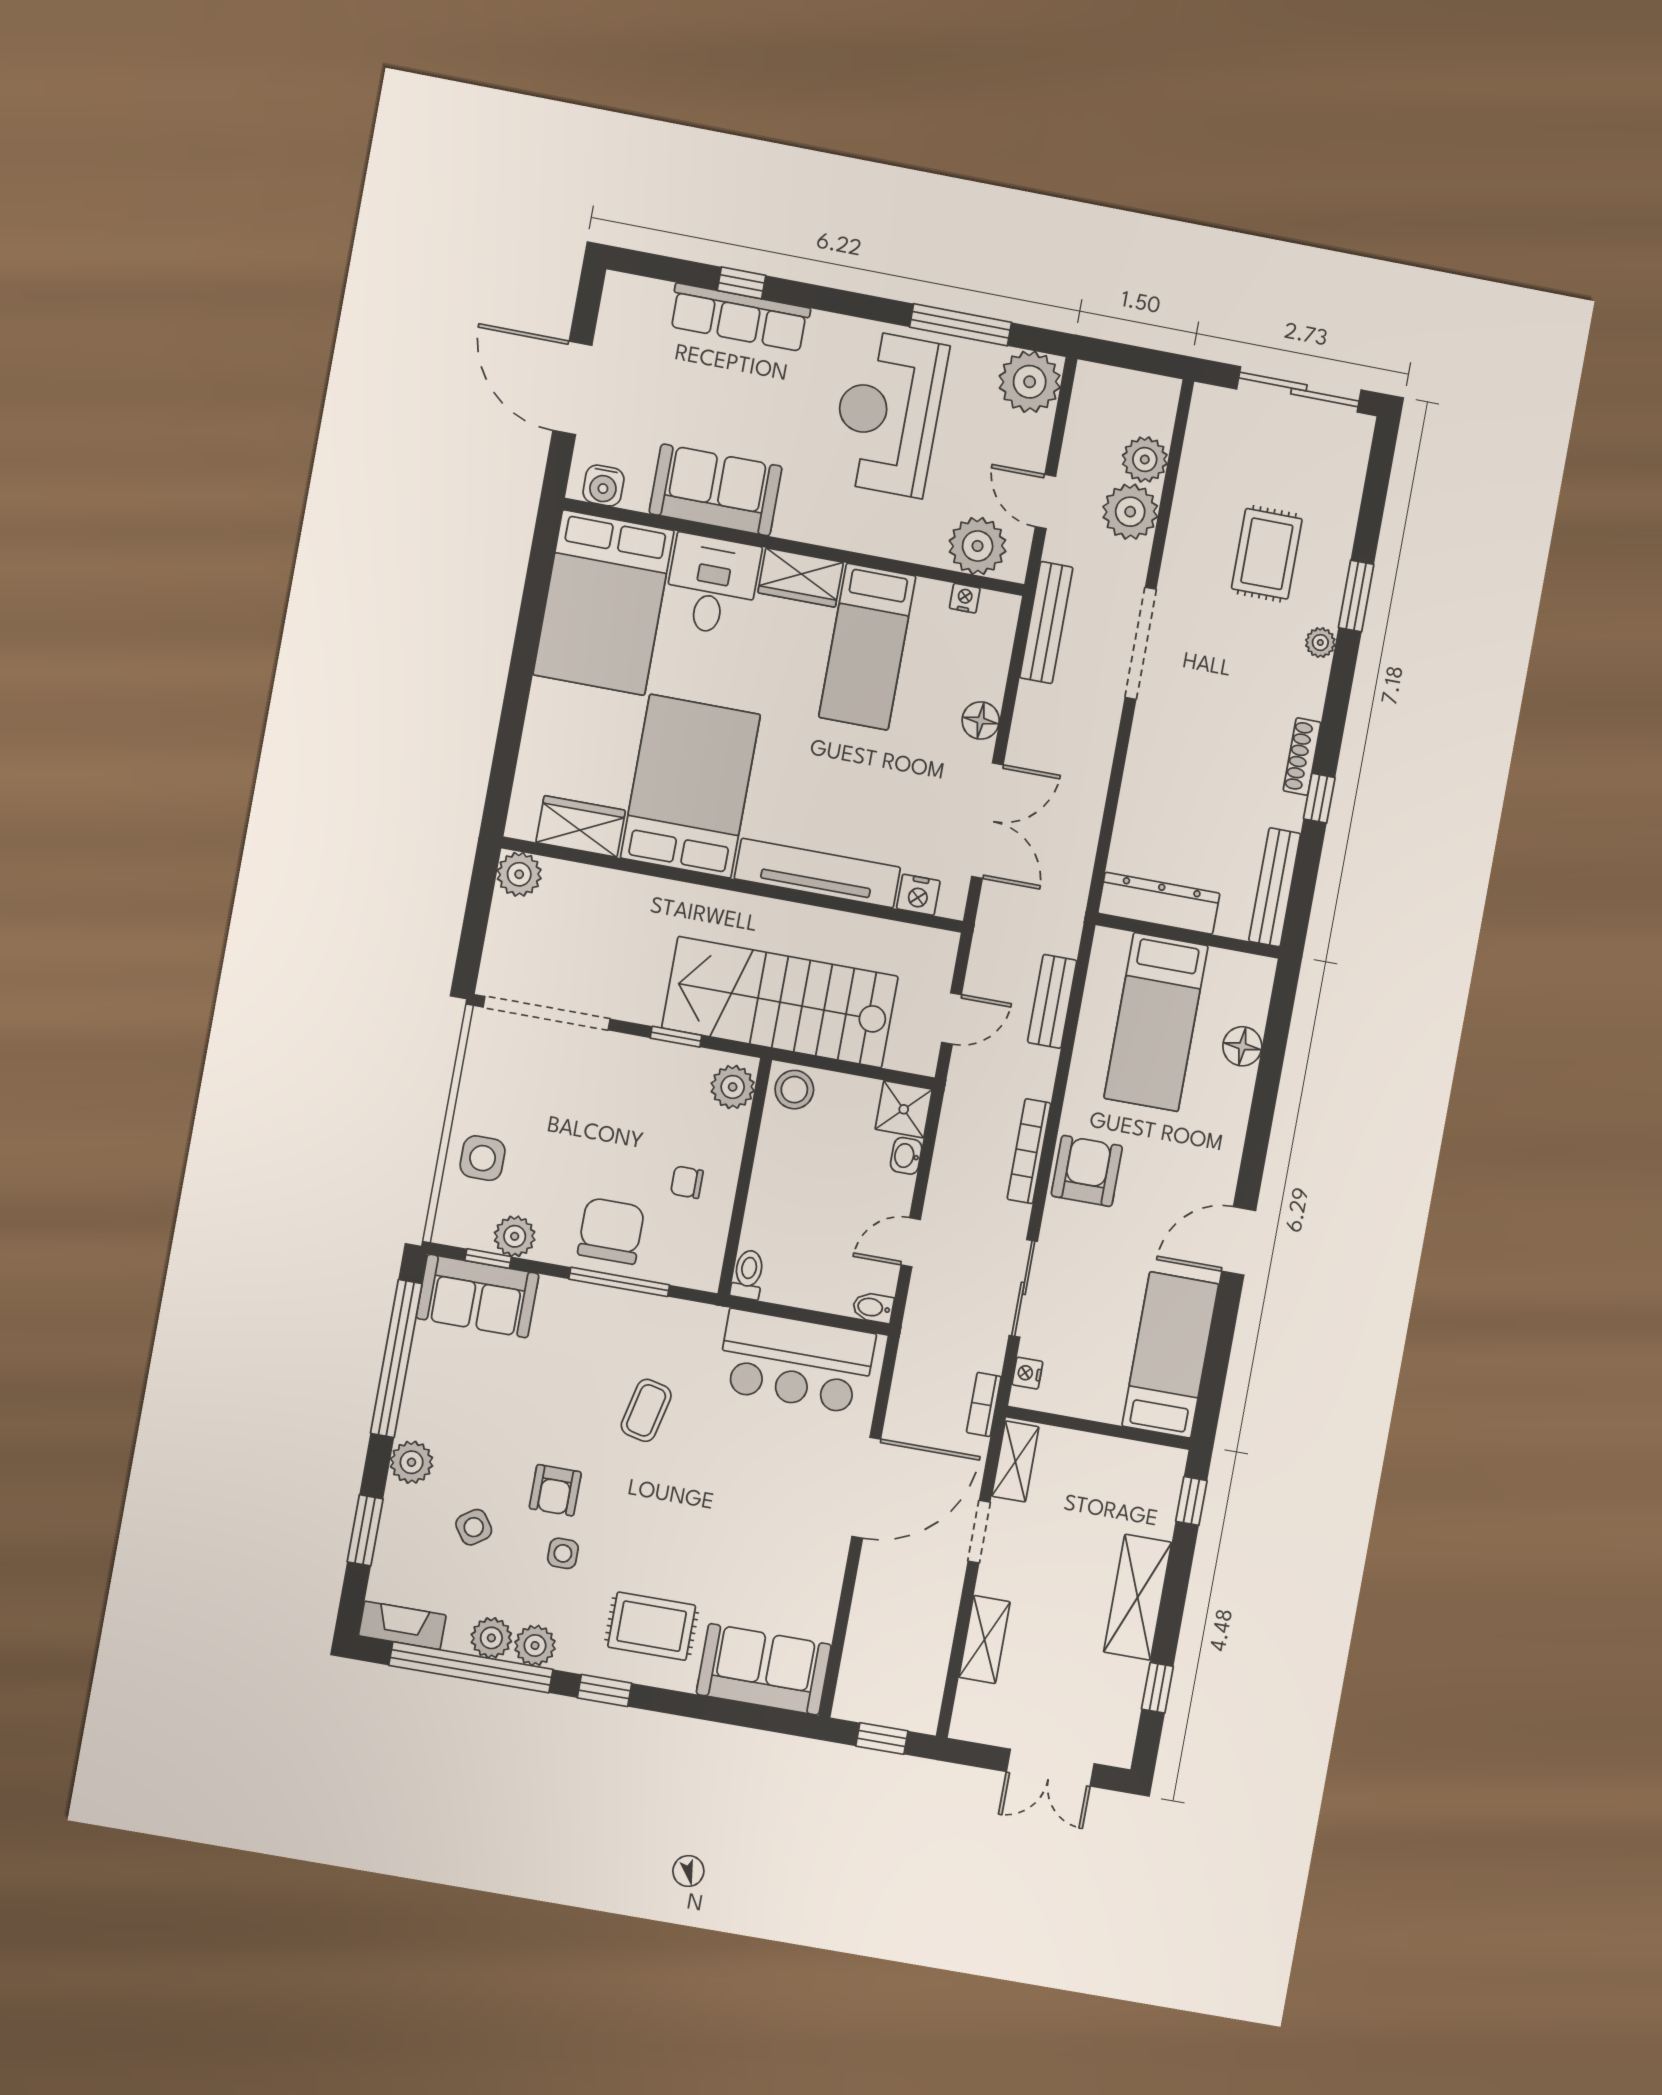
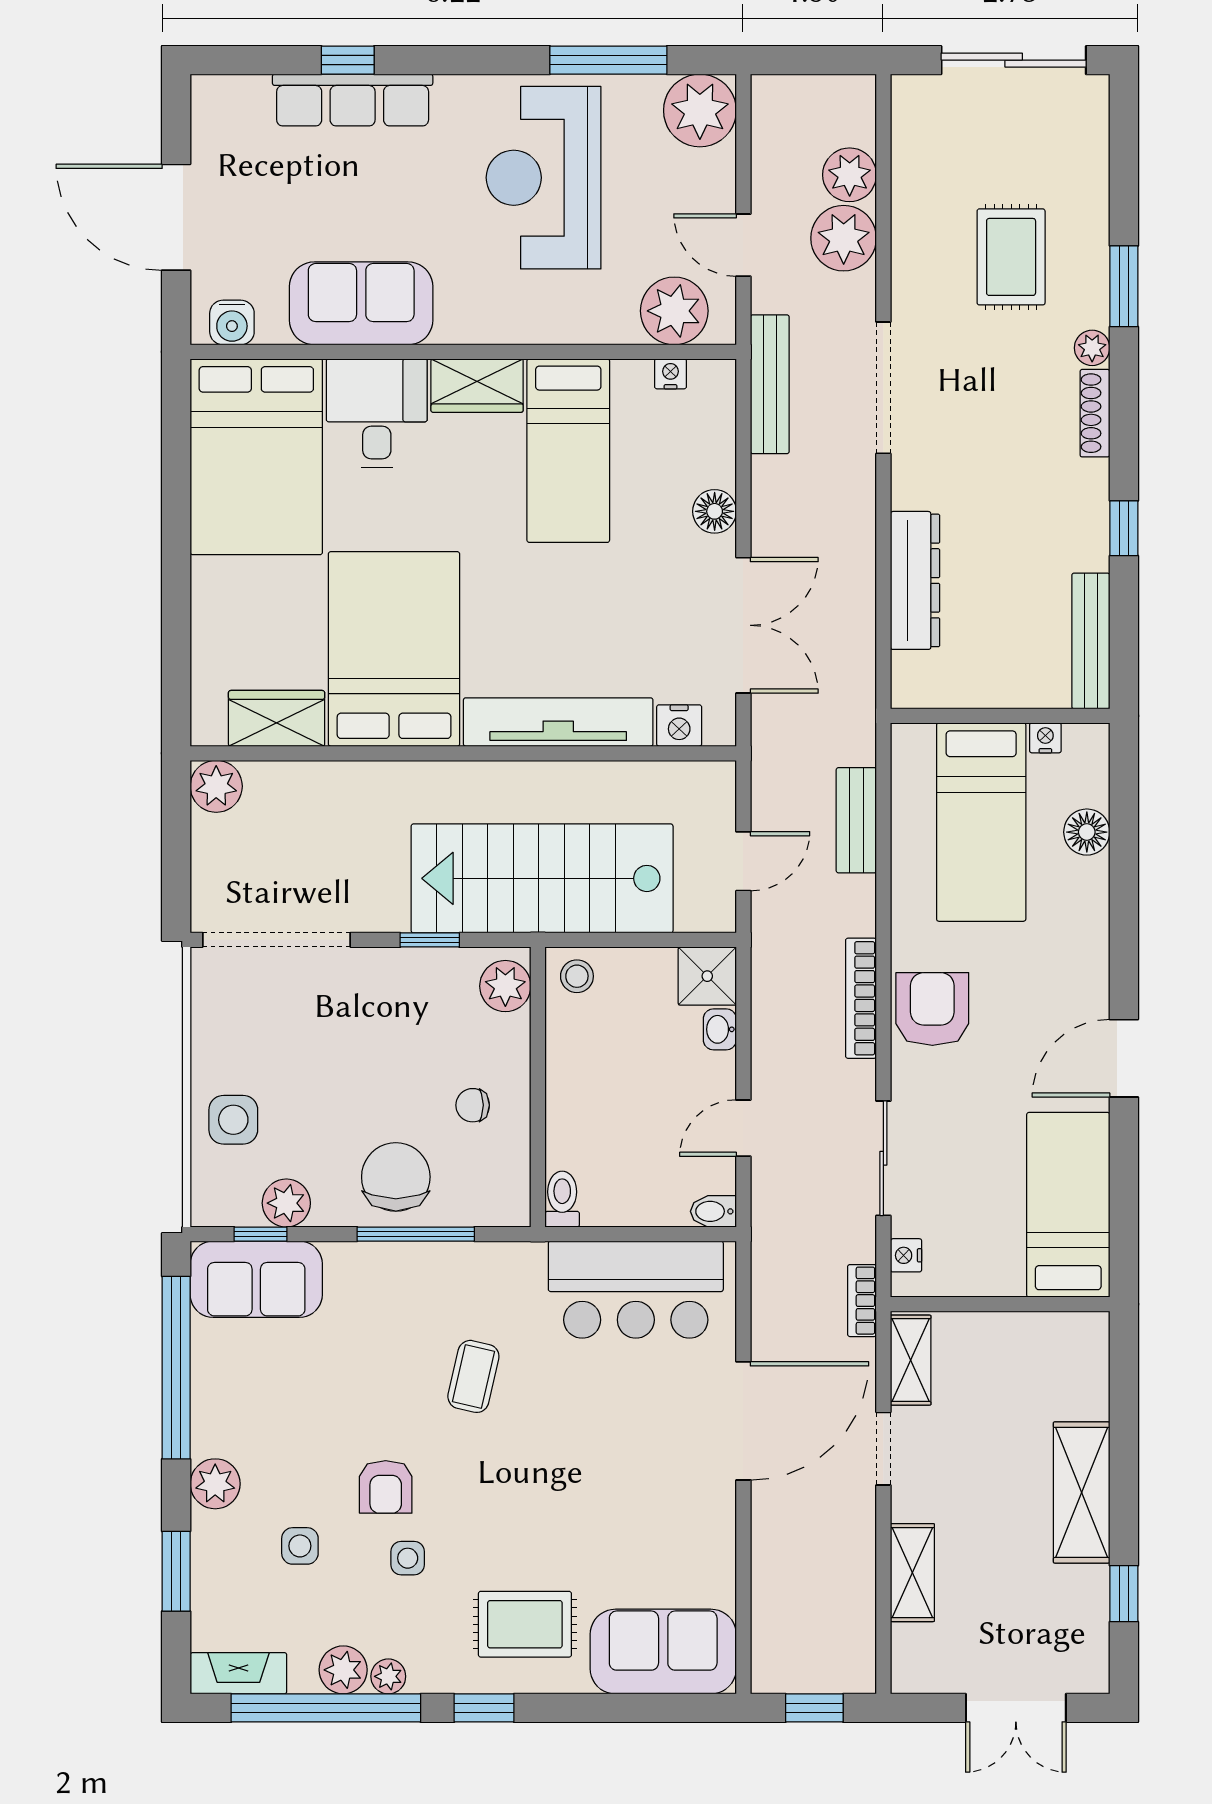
shoe rack: (1302, 757) -> (1095, 413), moved
dresser: (1159, 903) -> (915, 580), moved, turned 90
nightstand: (1222, 961) -> (1045, 738), added
stool: (794, 1090) -> (577, 976), width x0.73, depth x0.73
window: (1191, 1501) -> (1124, 1370), removed
side table: (474, 1527) -> (300, 1546), turned 35
plant: (535, 1645) -> (388, 1676), width x0.73, depth x0.73

